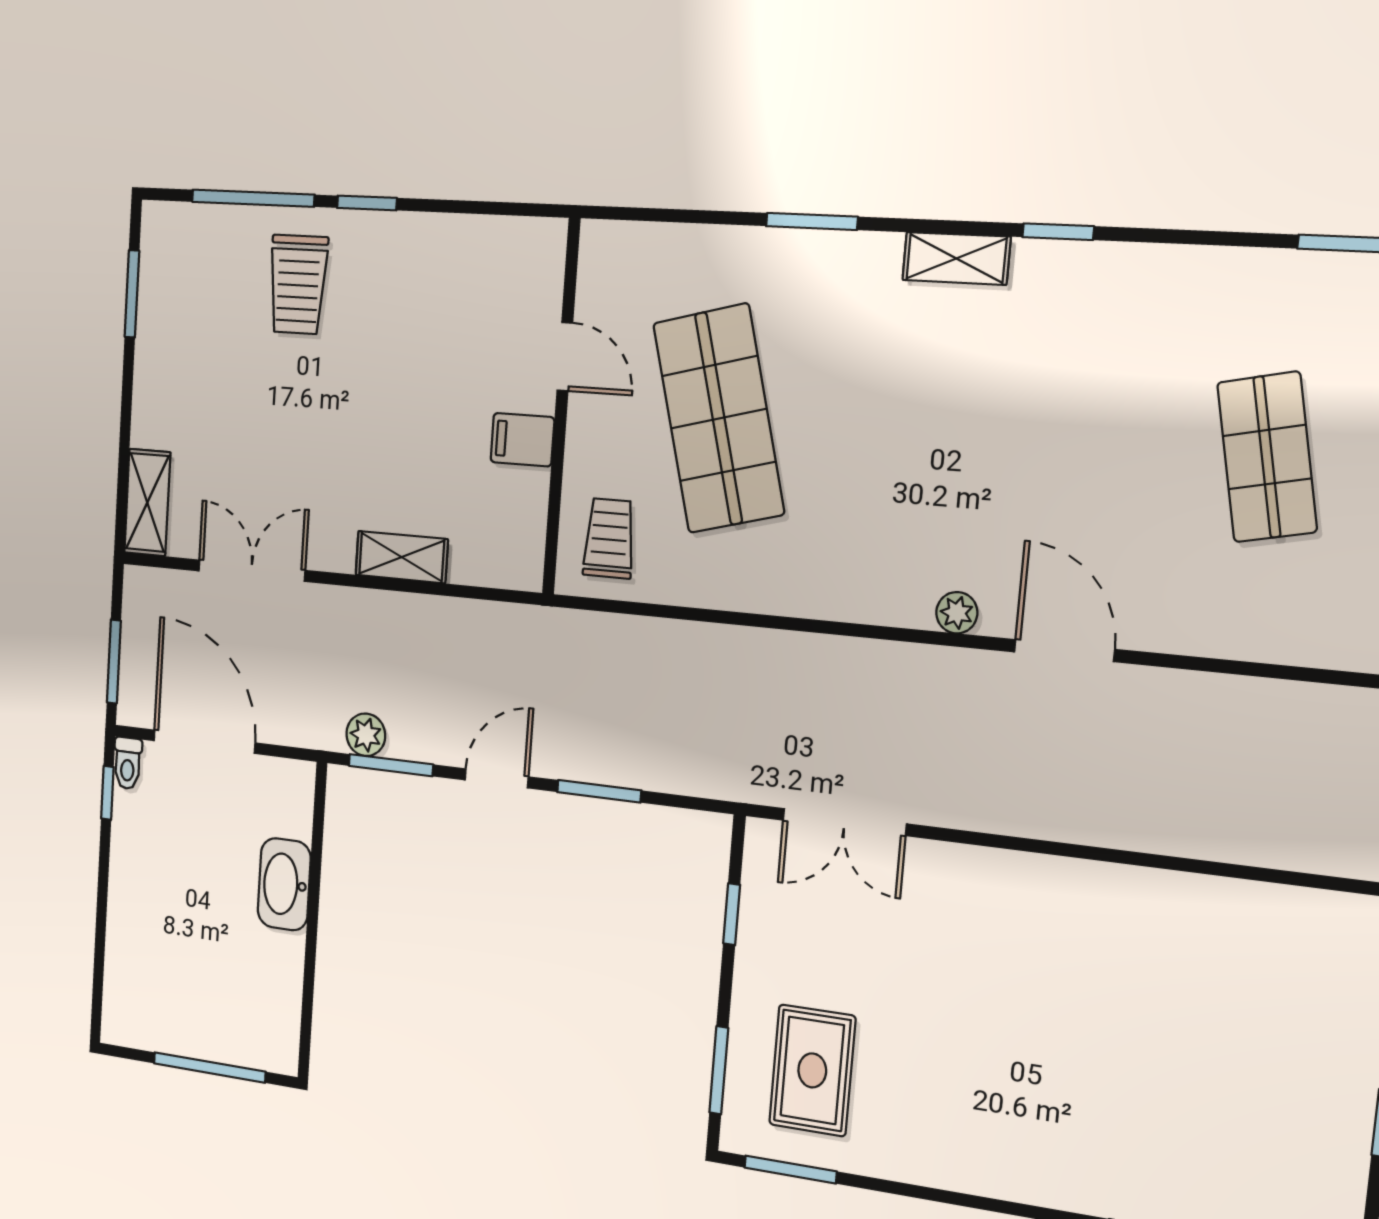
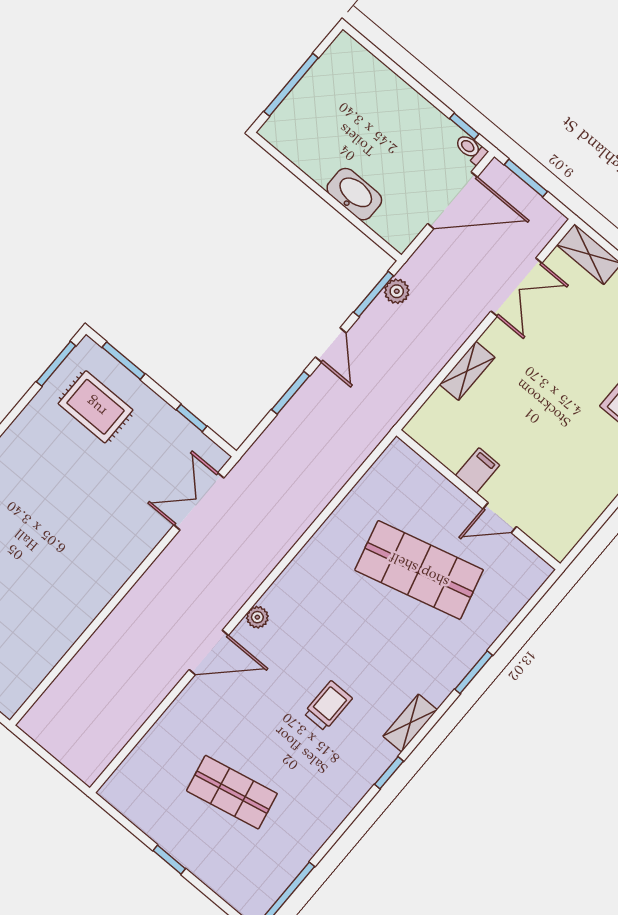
trolley: (609, 538) -> (328, 706), moved, turned -90

